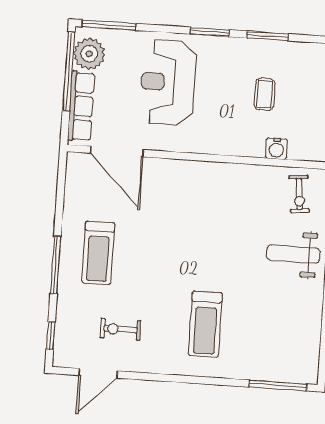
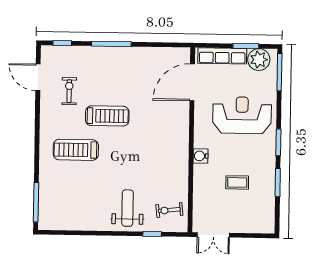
window: (69, 71) -> (246, 46), width x0.47
water cooler: (276, 149) -> (201, 156), moved
treadmill: (98, 253) -> (107, 116), moved, turned 180

